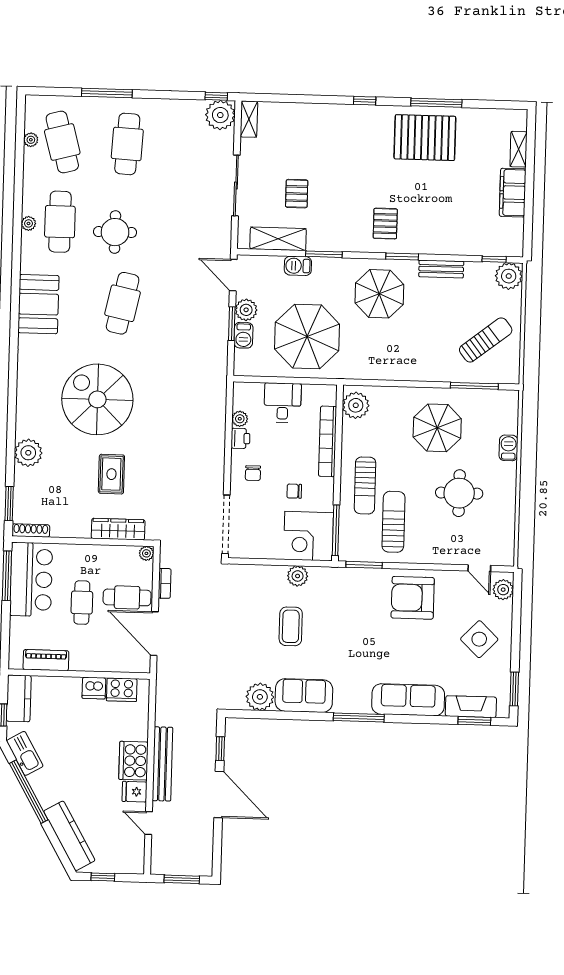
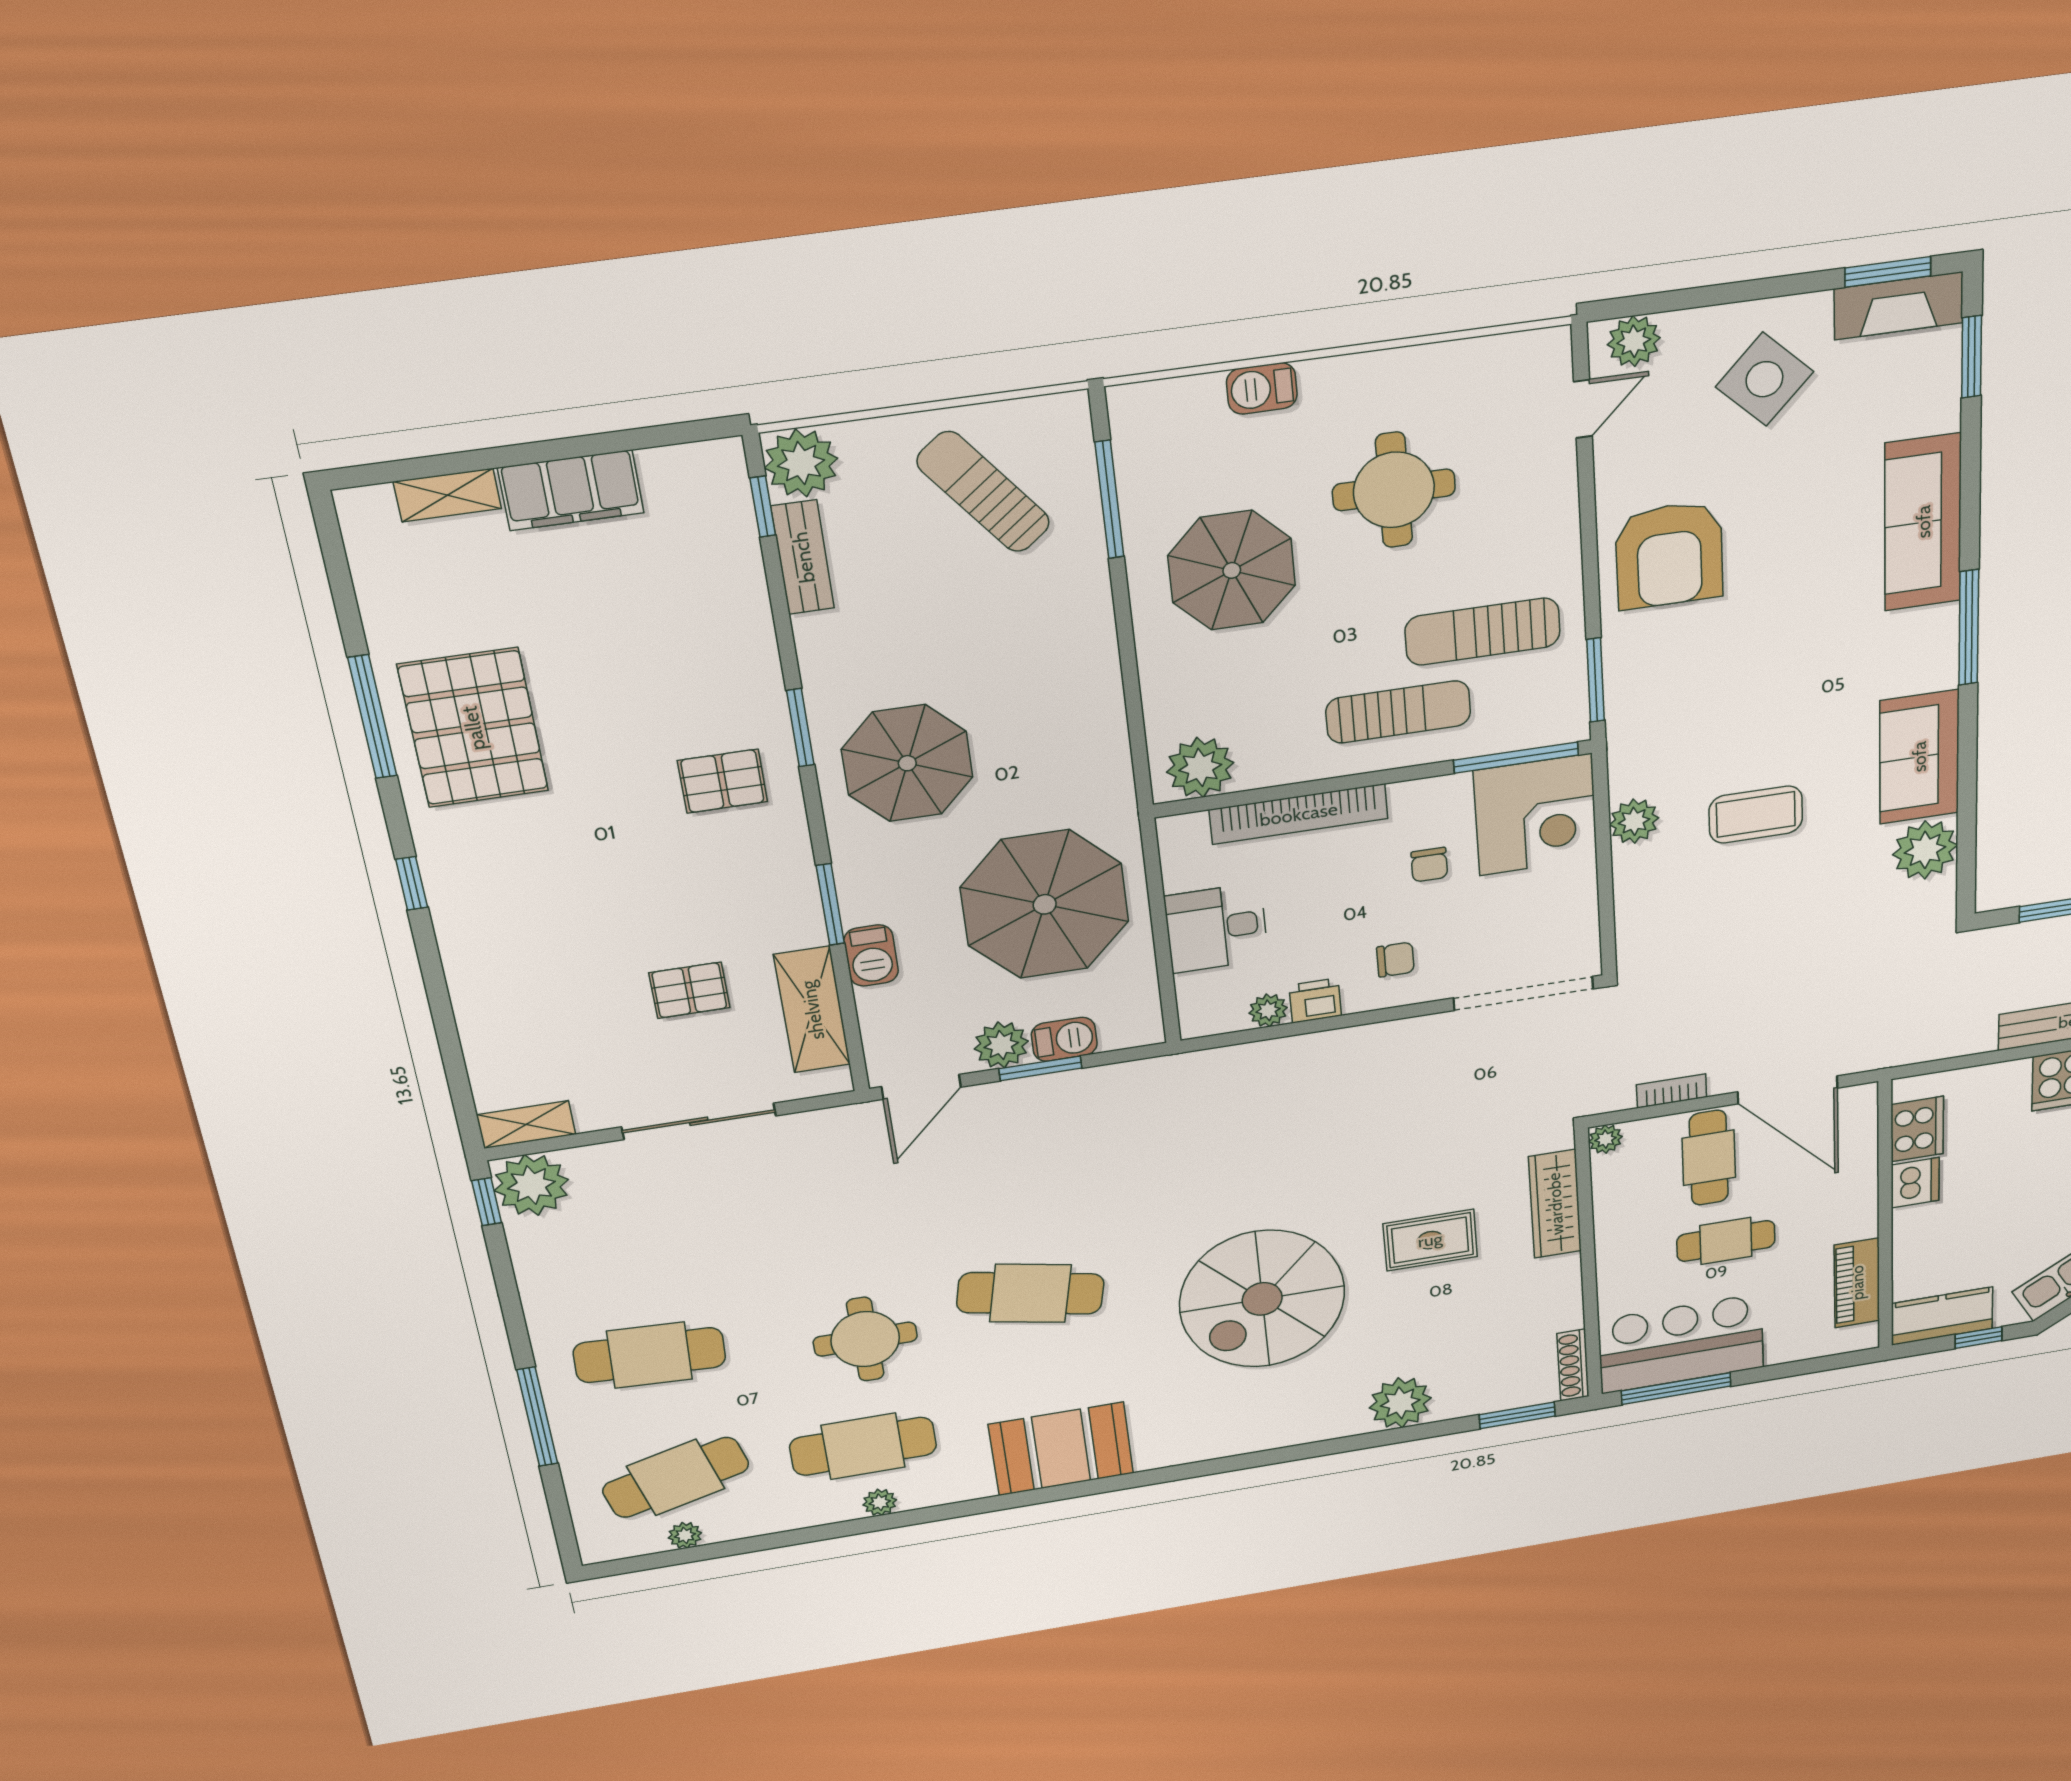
bench: (441, 269) -> (803, 557), moved
door: (154, 634) -> (1788, 1090), hinge flipped
fireplace: (471, 707) -> (1899, 306), moved, turned -90

